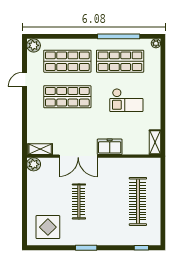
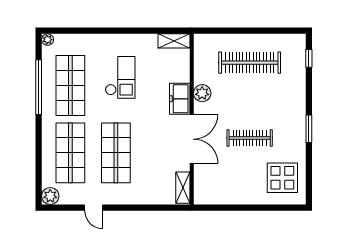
plant: (34, 164) -> (202, 93), moved

